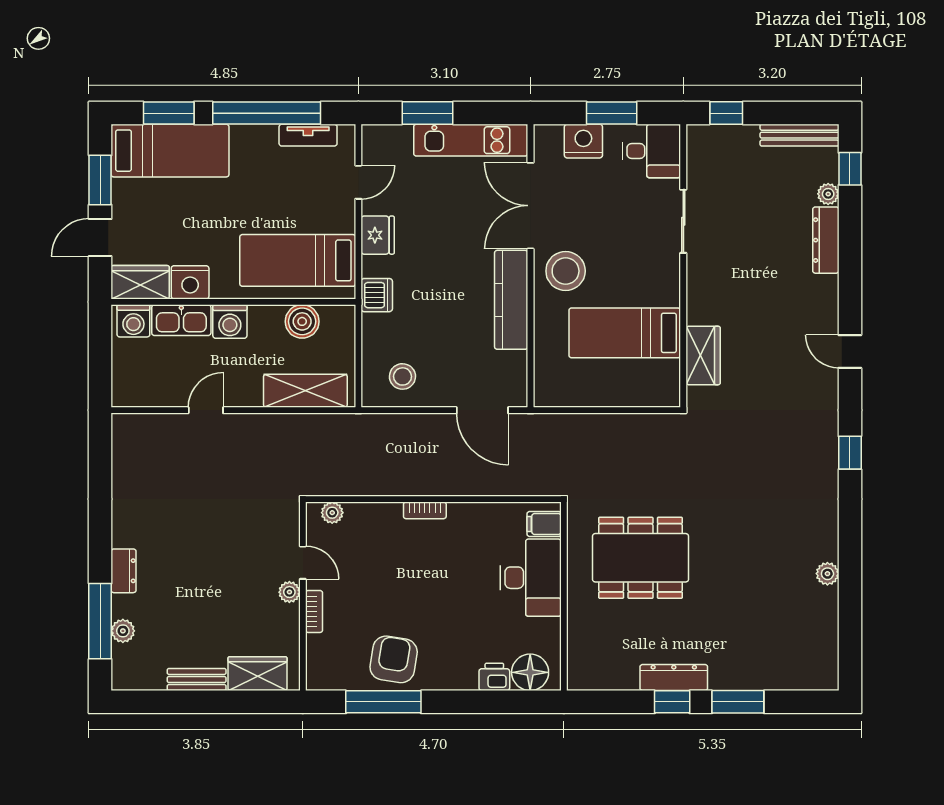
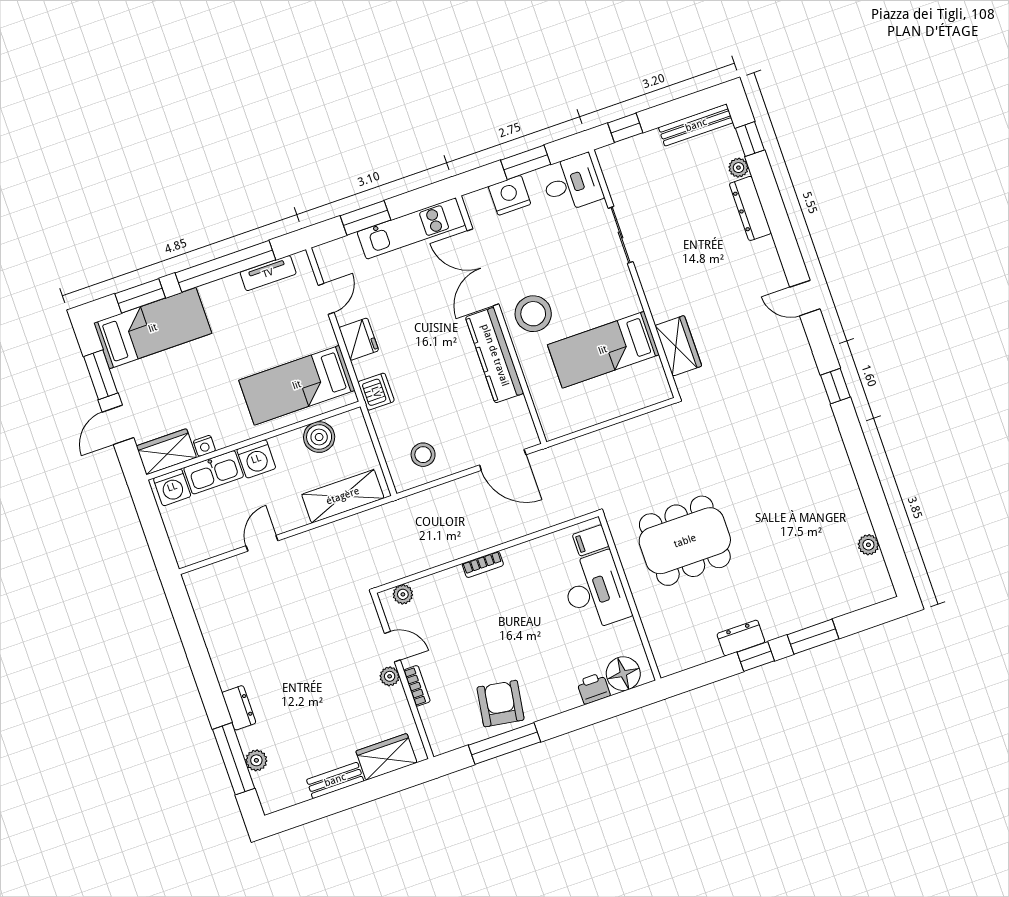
nightstand: (190, 282) -> (204, 446), width x0.53, depth x0.56
plant: (827, 574) -> (868, 545), moved
dresser: (674, 677) -> (741, 638), width x0.70

